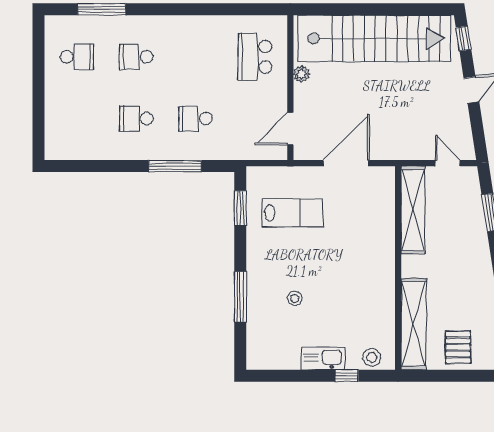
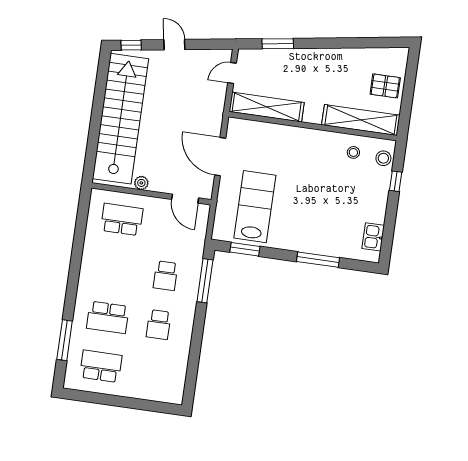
school desk: (77, 57) -> (101, 366), width x1.85
school desk: (136, 57) -> (108, 317), width x1.85
school desk: (255, 57) -> (122, 219), turned 180
window: (175, 166) -> (205, 281), moved
lab bench: (293, 213) -> (255, 207), width x1.36, depth x1.39
stool: (295, 298) -> (353, 152), moved
kitchen sink: (323, 358) -> (373, 237), moved, width x0.73

